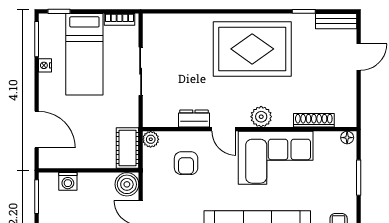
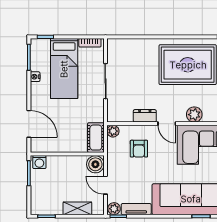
washing machine: (68, 181) -> (39, 162), moved

